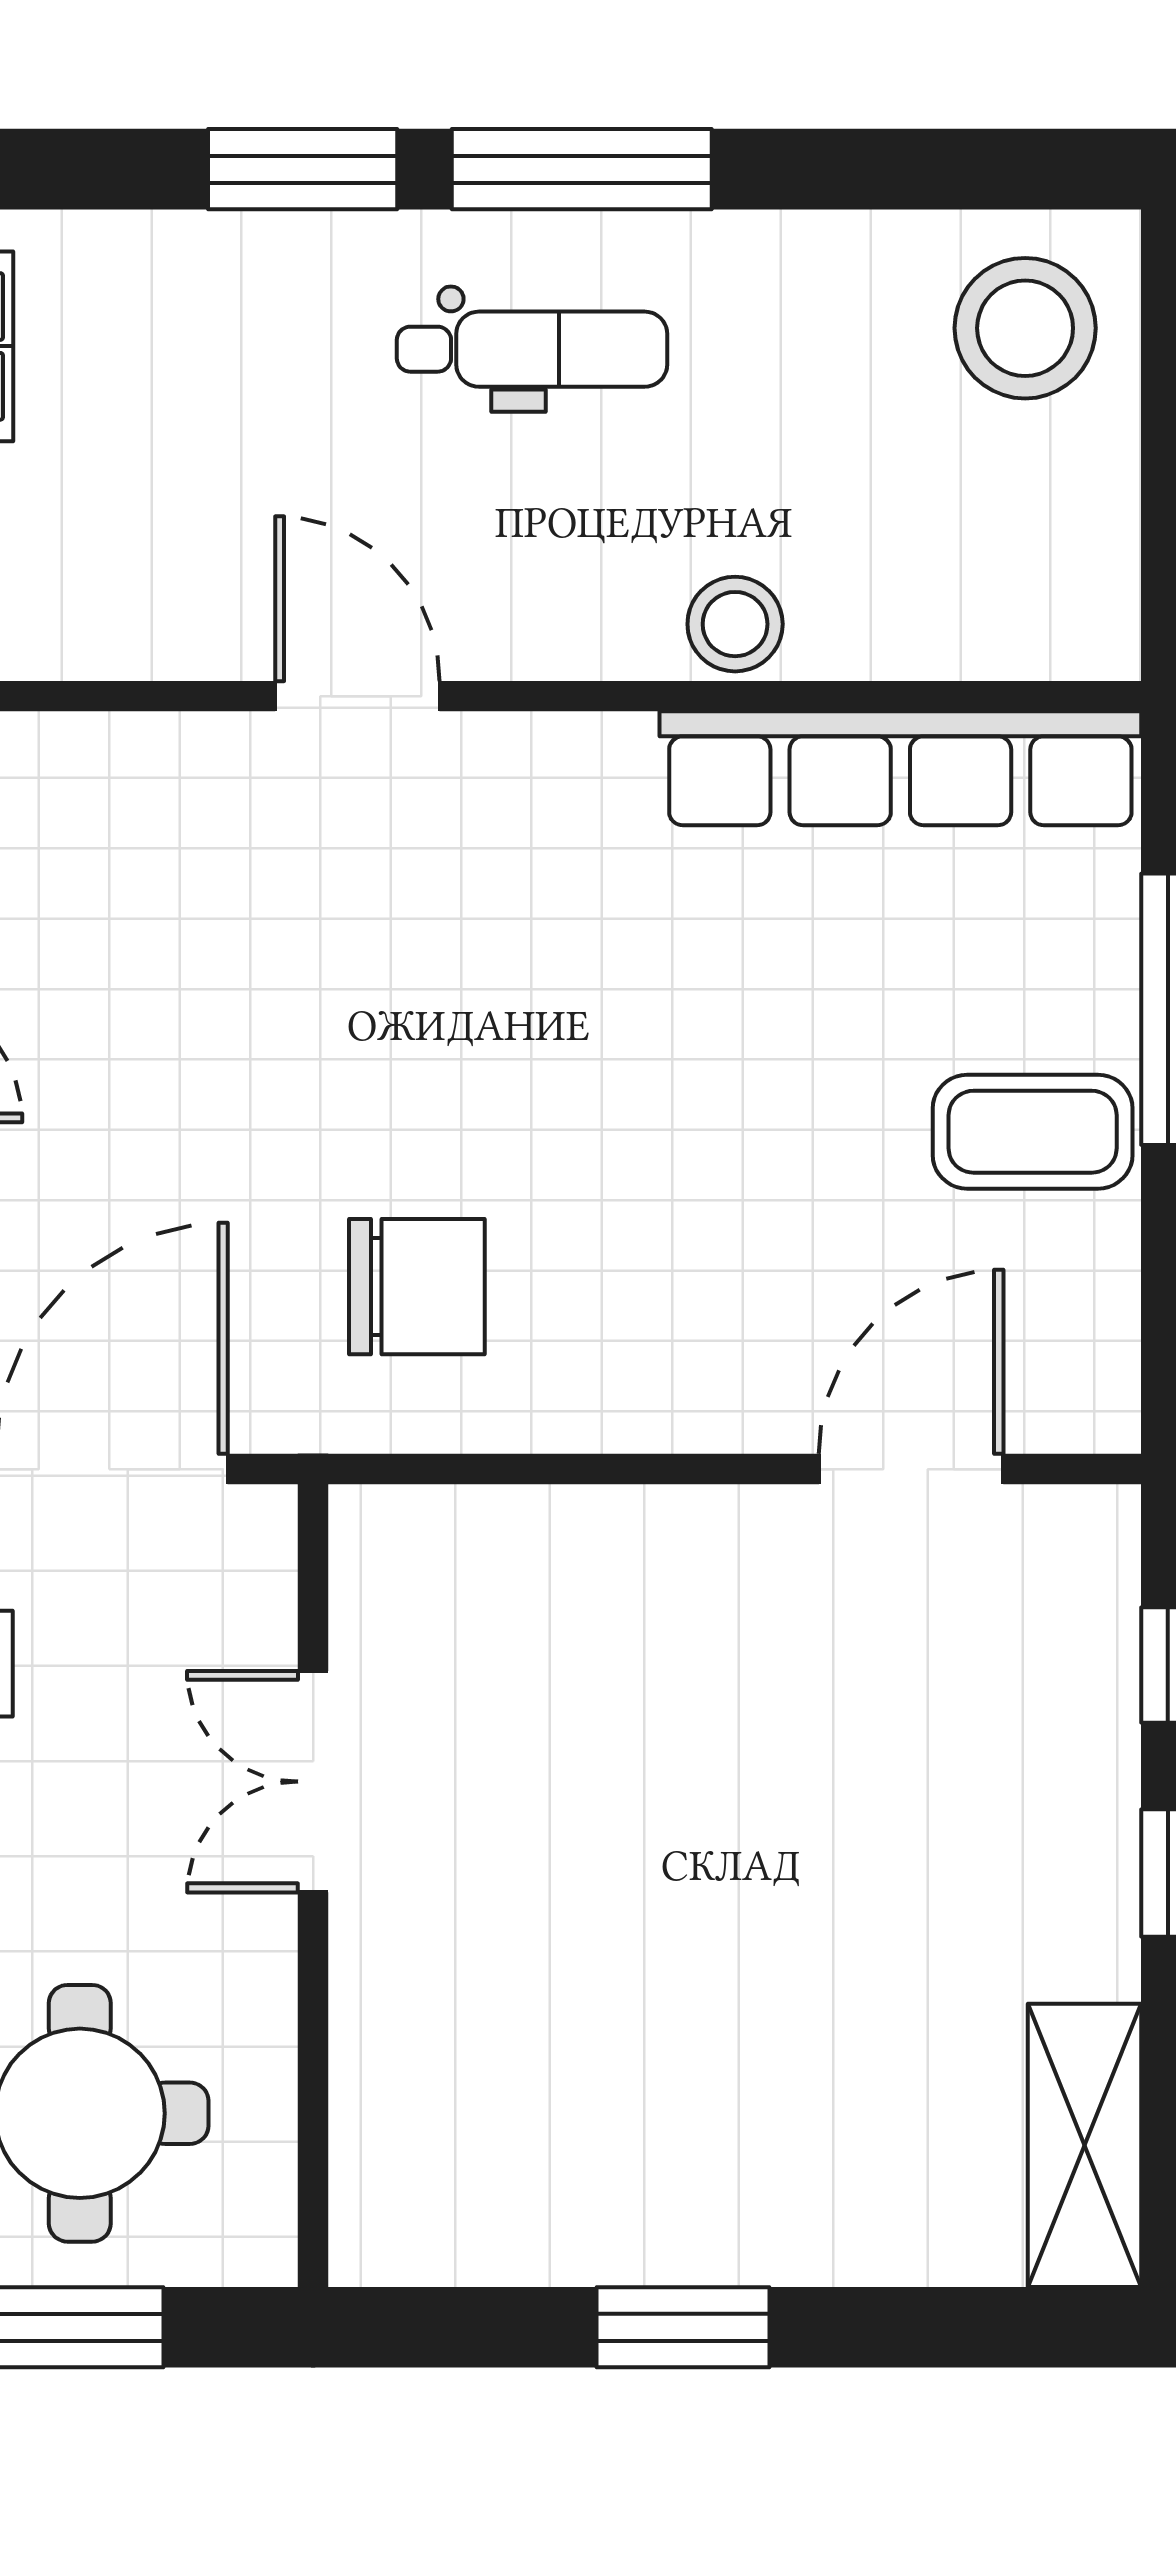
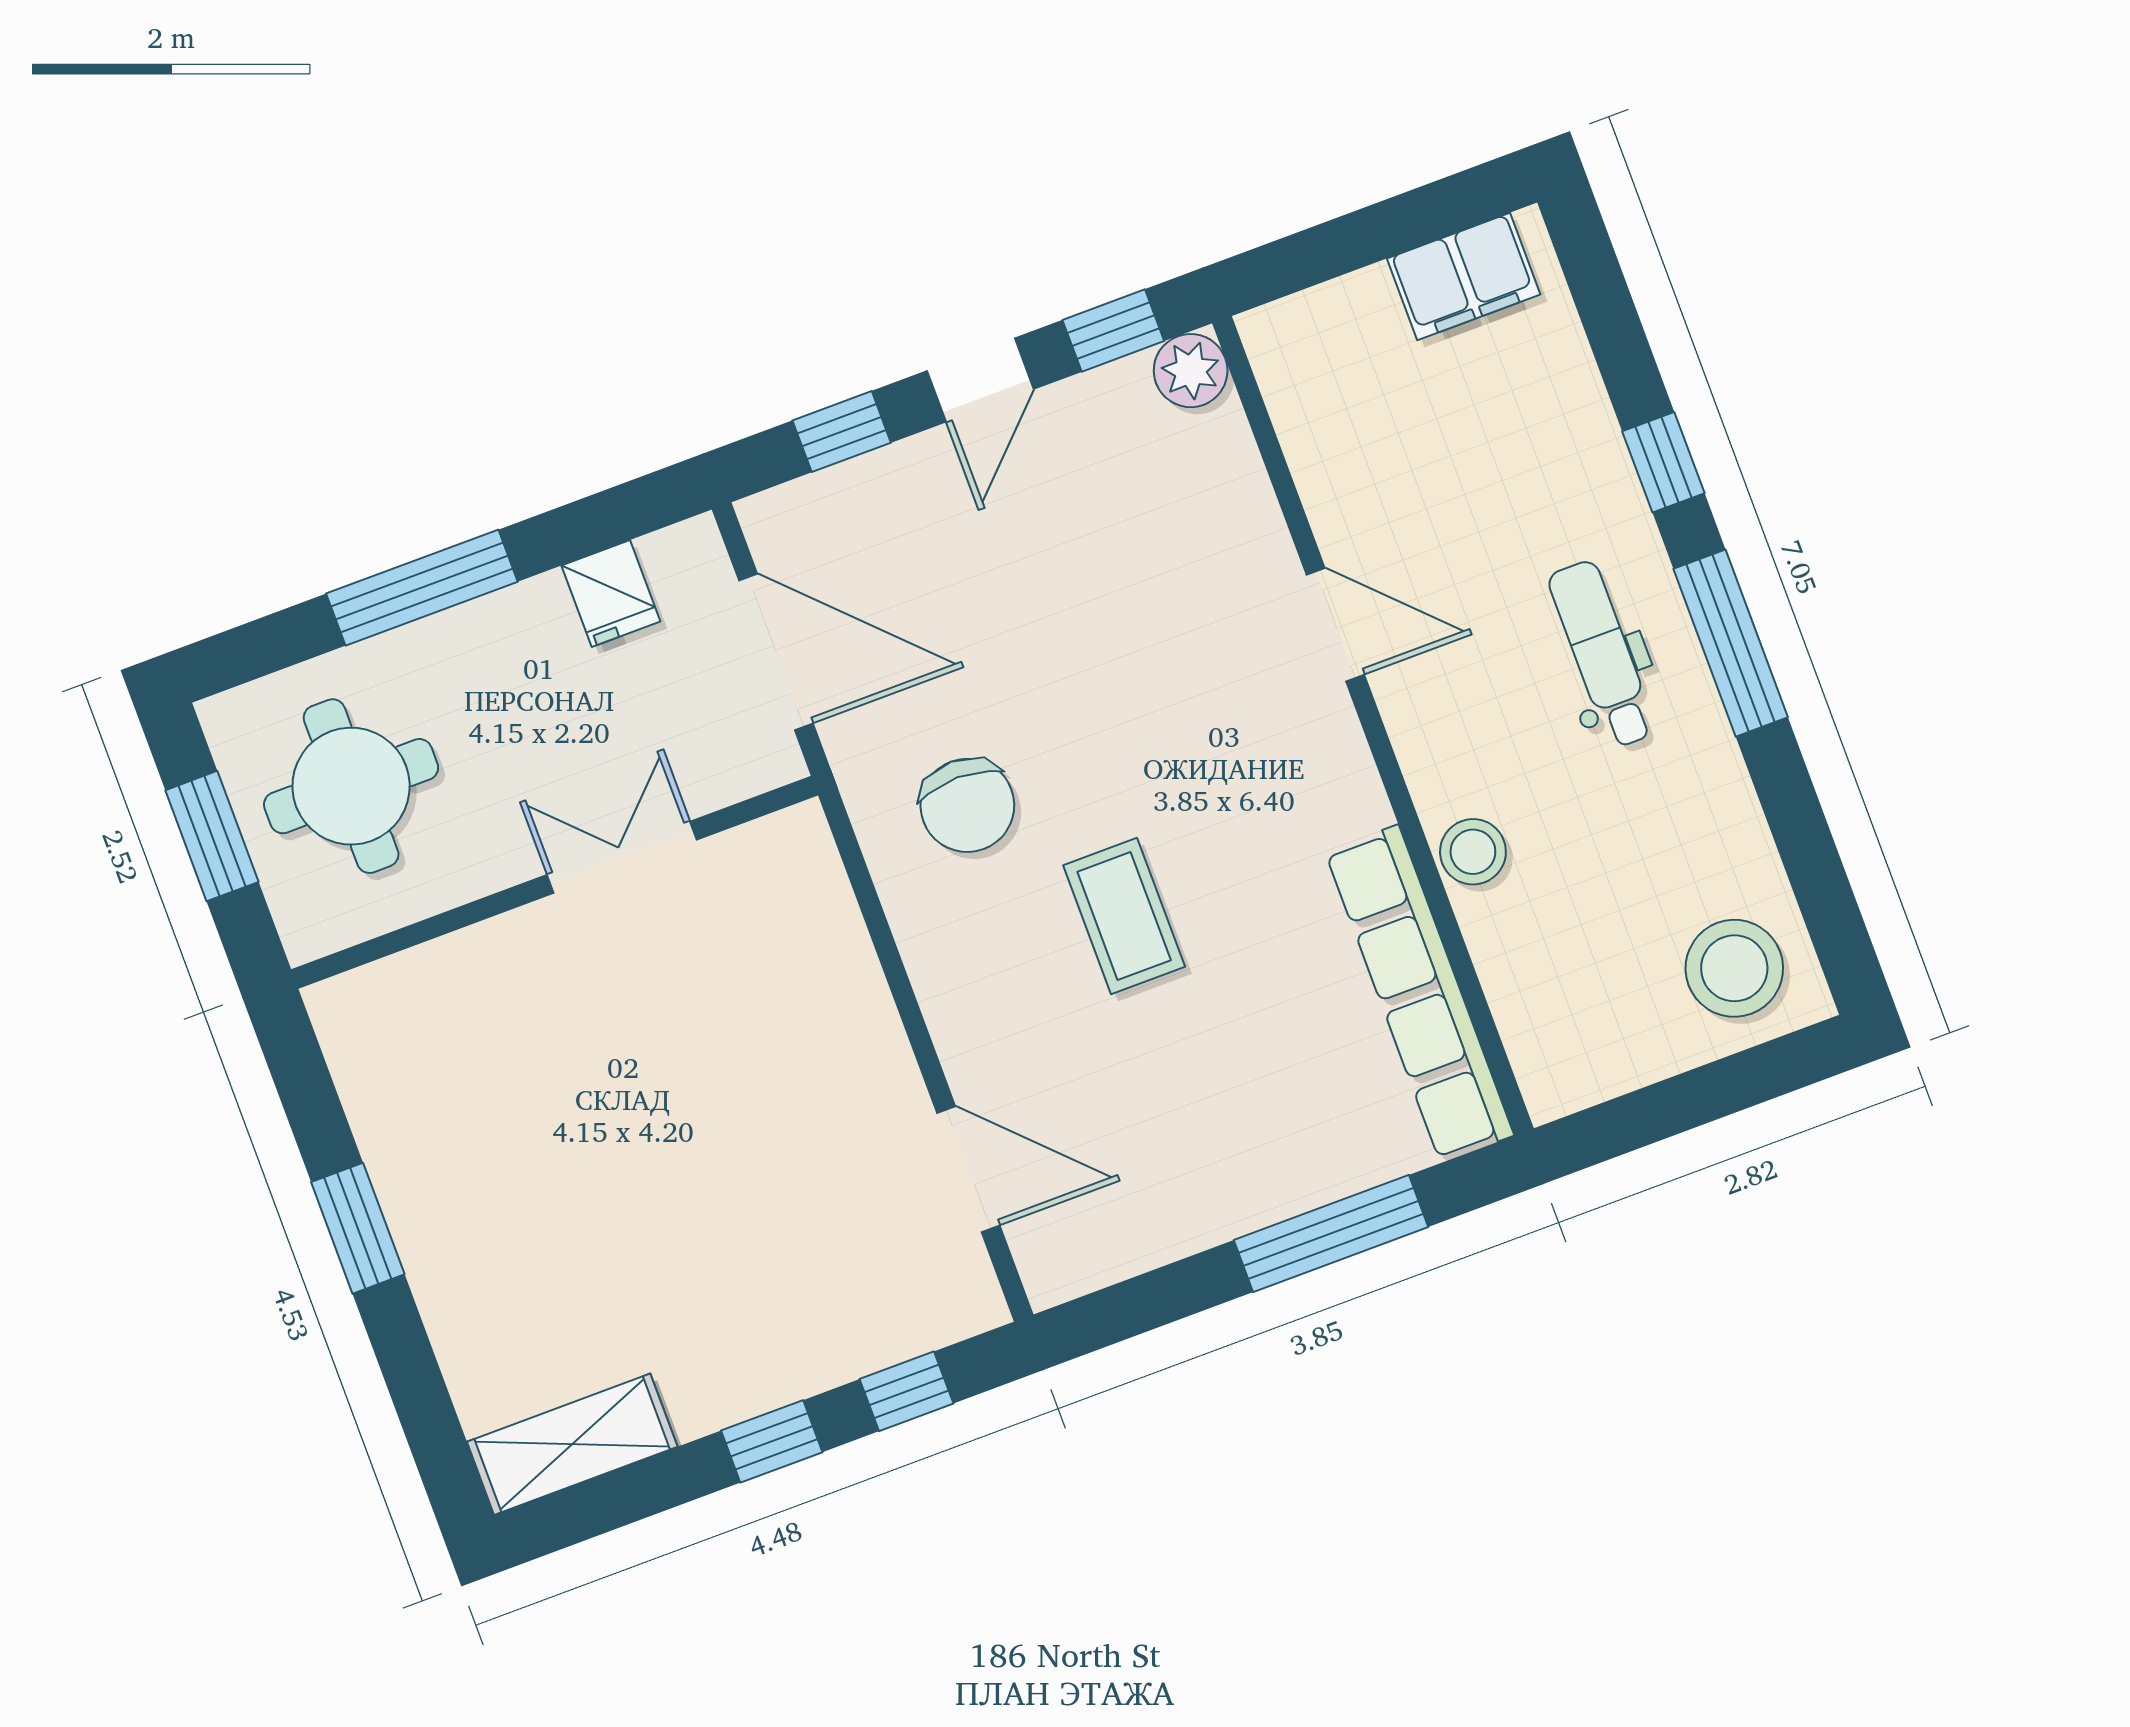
window: (303, 169) -> (1663, 462), width x0.67
dental chair: (532, 349) -> (1602, 654), turned 180
door: (357, 696) -> (1335, 625), hinge flipped
coffee table: (1033, 1132) -> (1124, 916), moved

